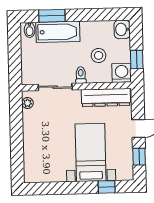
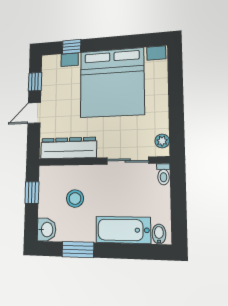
window: (52, 16) -> (78, 250), moved
washing machine: (122, 73) -> (50, 177), removed
toilet: (81, 75) -> (163, 174), moved
bed with nightstands: (91, 152) -> (112, 83), width x1.85

